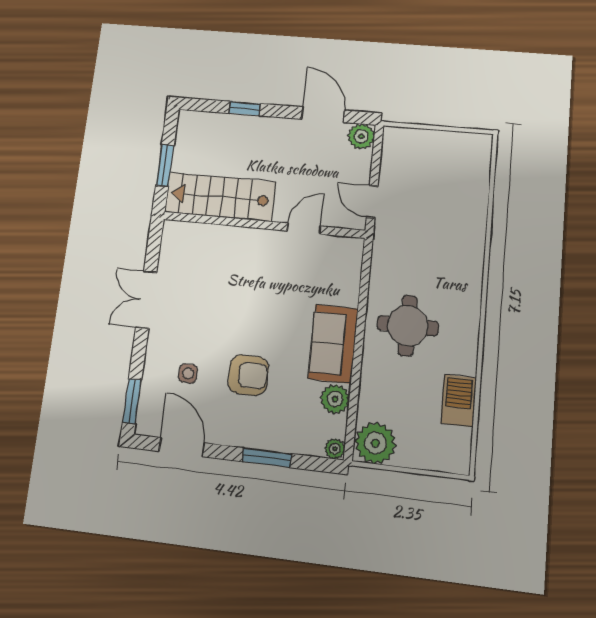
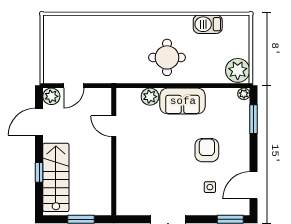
stairs: (220, 197) -> (56, 177), moved, turned 180
door: (372, 202) -> (74, 86), moved
plant: (335, 399) -> (150, 97), moved
window: (267, 458) -> (254, 119), moved

